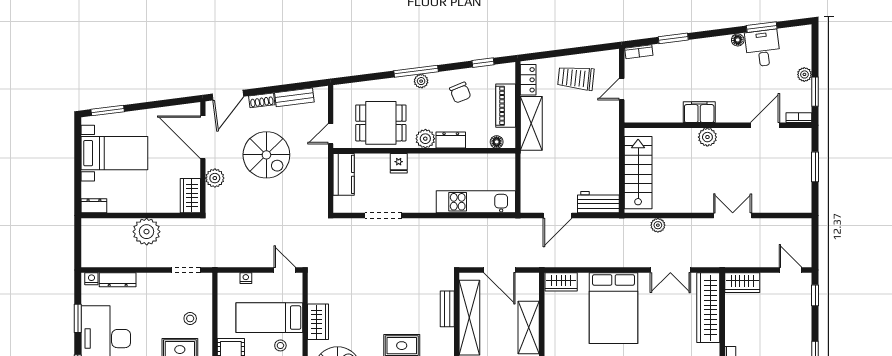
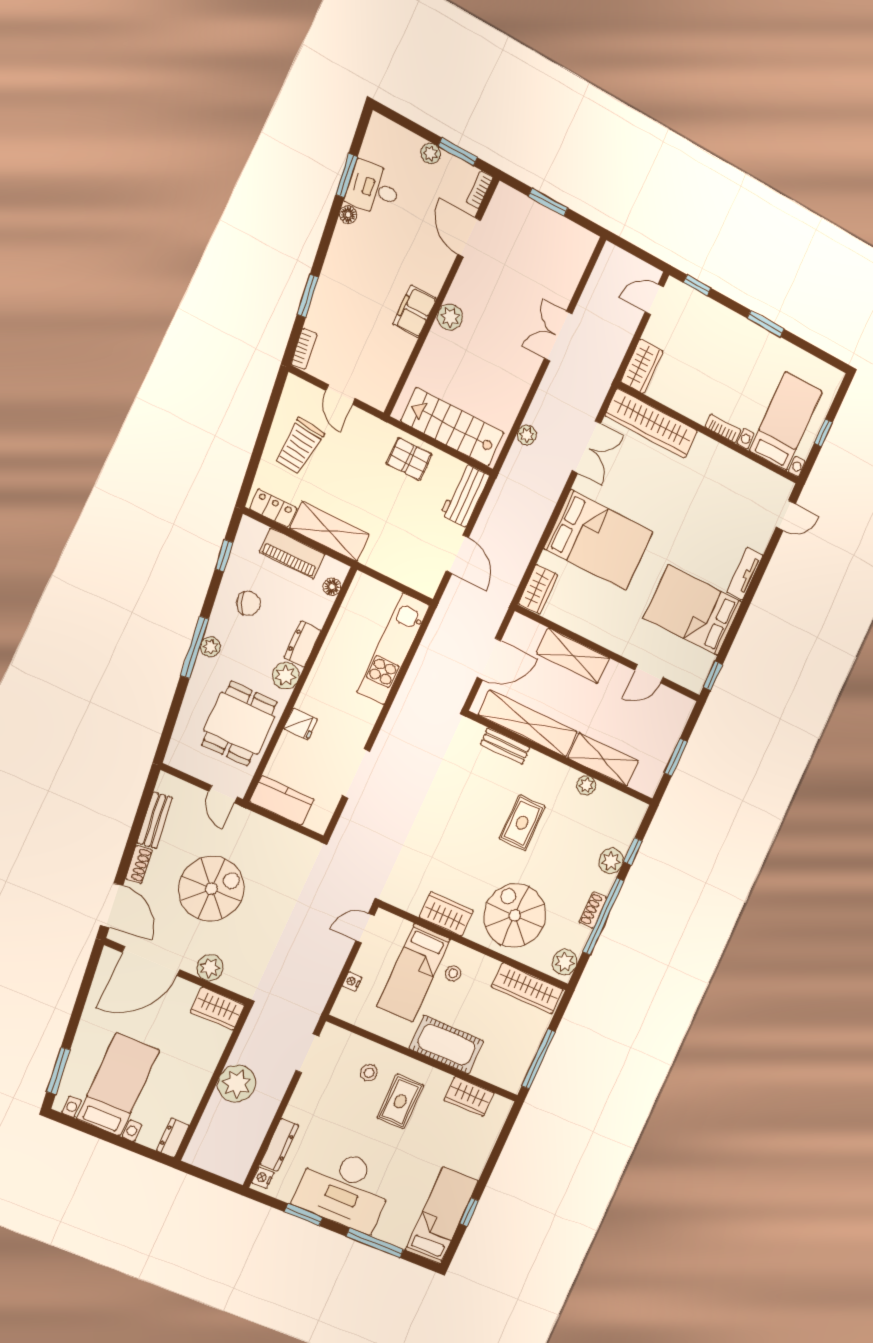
pallet: (603, 154) -> (409, 459), added

